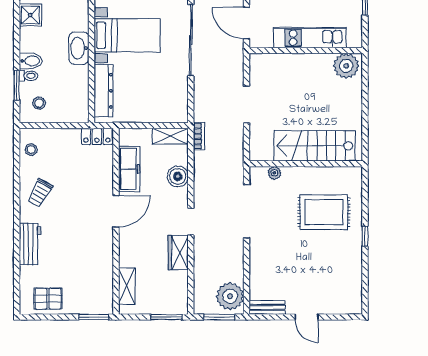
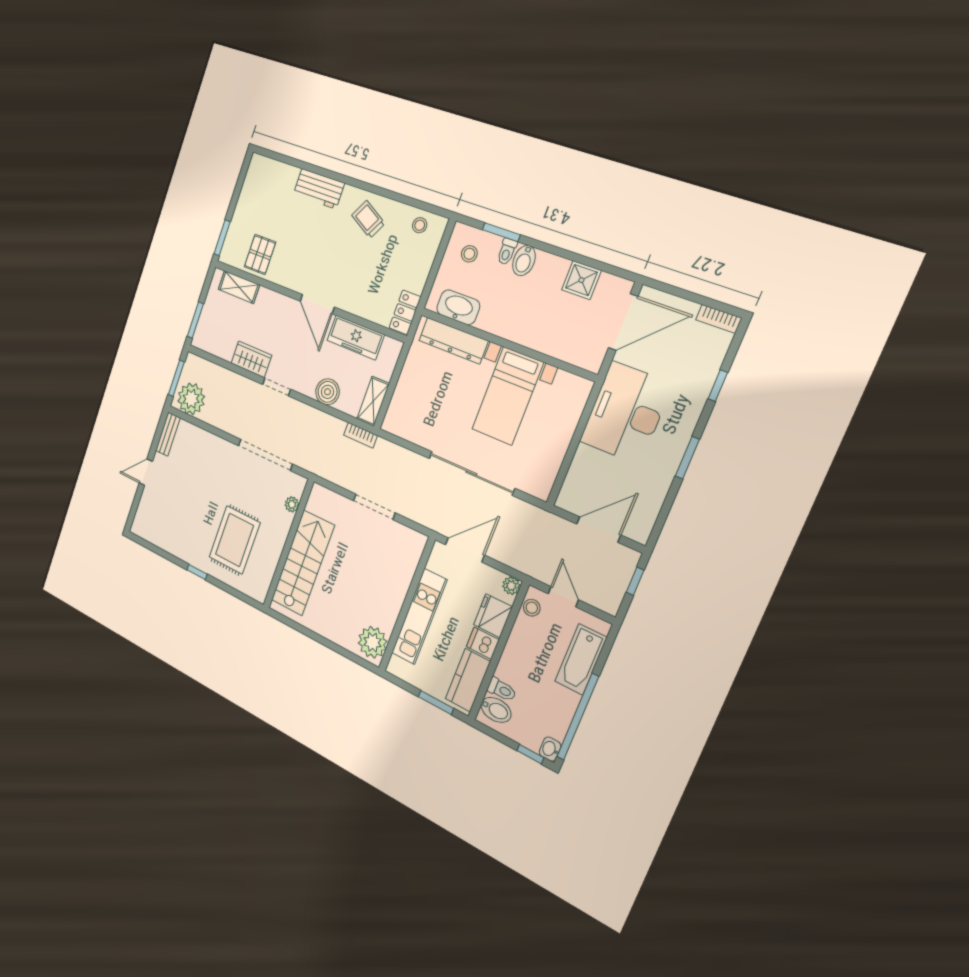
washbasin: (79, 48) -> (458, 307), moved
pallet: (48, 299) -> (260, 255), moved

